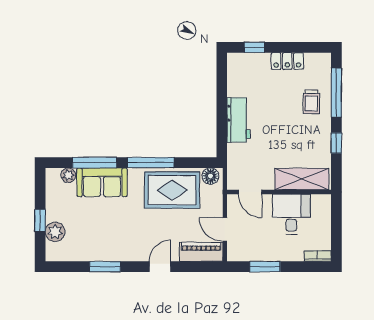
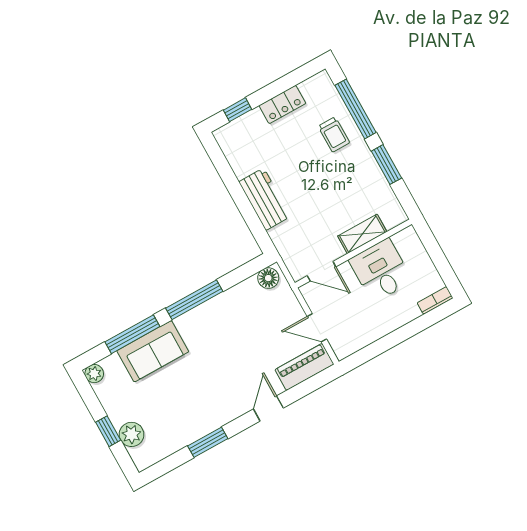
window: (336, 143) -> (386, 165), width x1.50
plant: (68, 175) -> (94, 374), moved
shelving: (302, 179) -> (362, 234), width x0.67, depth x0.75
rug: (172, 190) -> (235, 317), removed
window: (265, 267) -> (384, 344), removed

